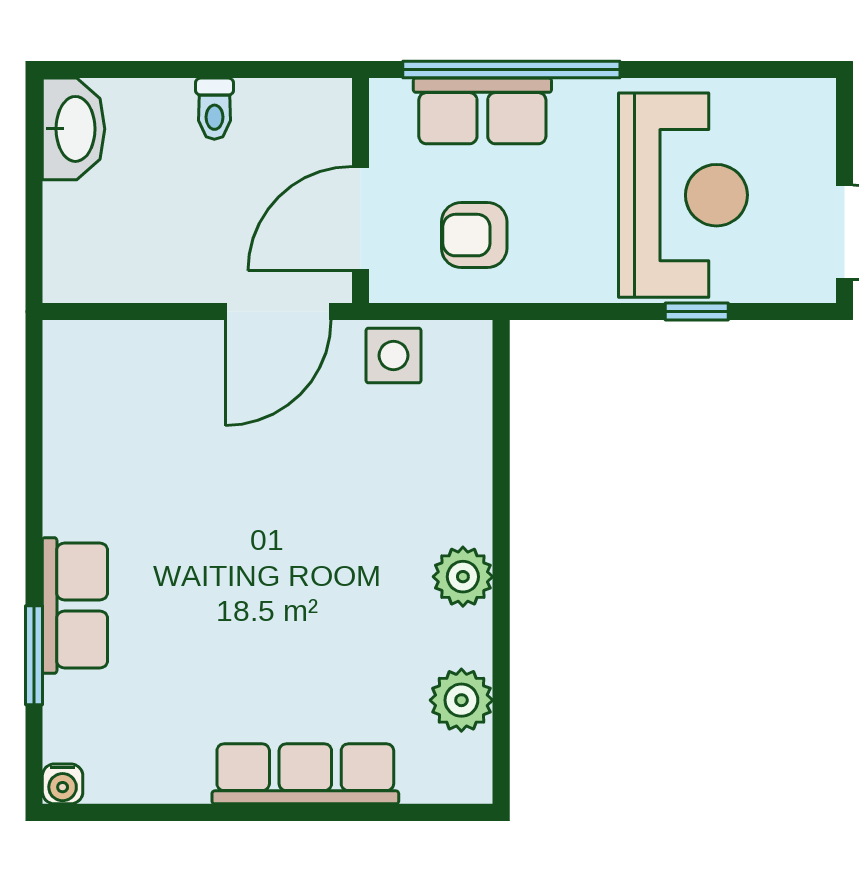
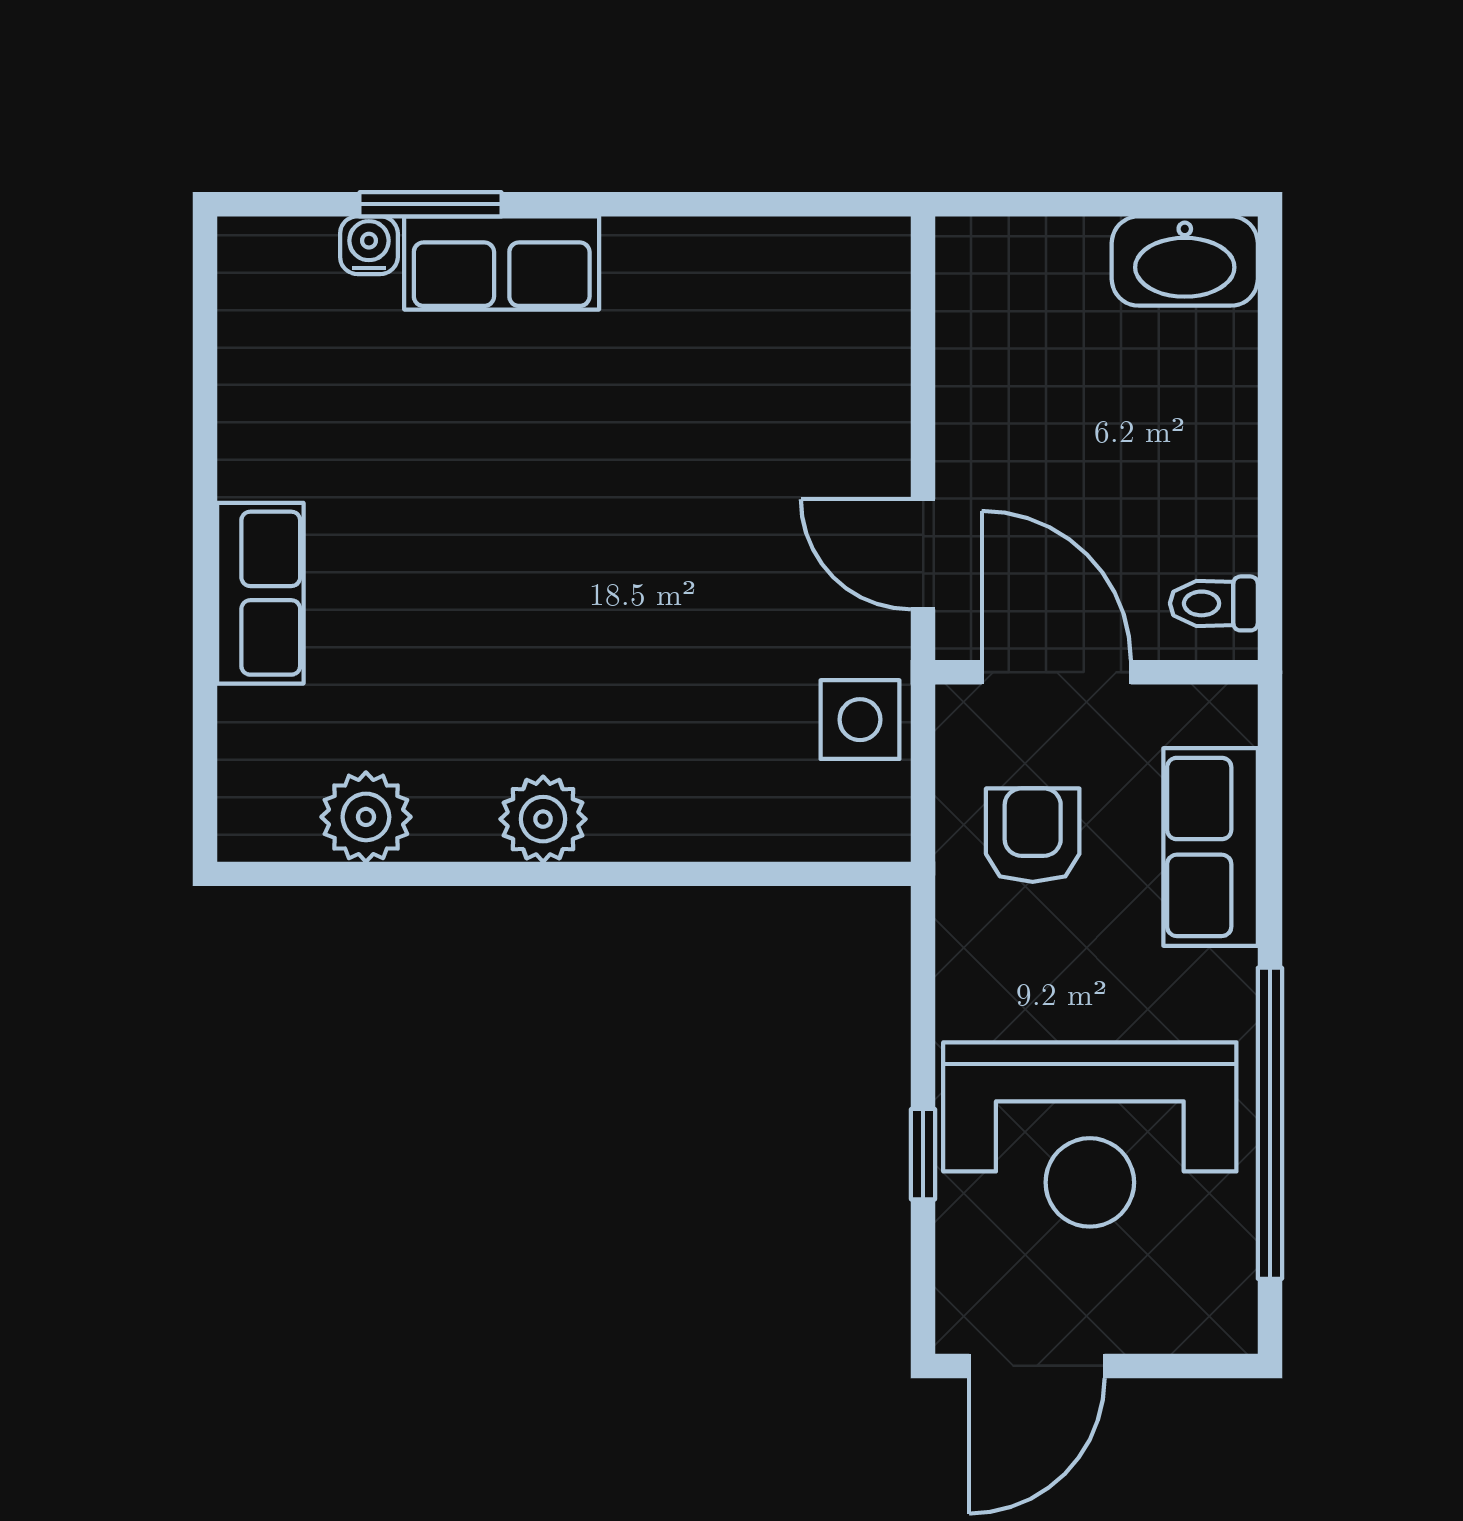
window: (511, 70) -> (1270, 1123), moved
toilet: (214, 109) -> (1214, 603), moved
door: (278, 312) -> (923, 554), width x0.73
row of seats: (305, 774) -> (260, 593), width x0.68
water cooler: (63, 784) -> (369, 245), moved, turned 90

